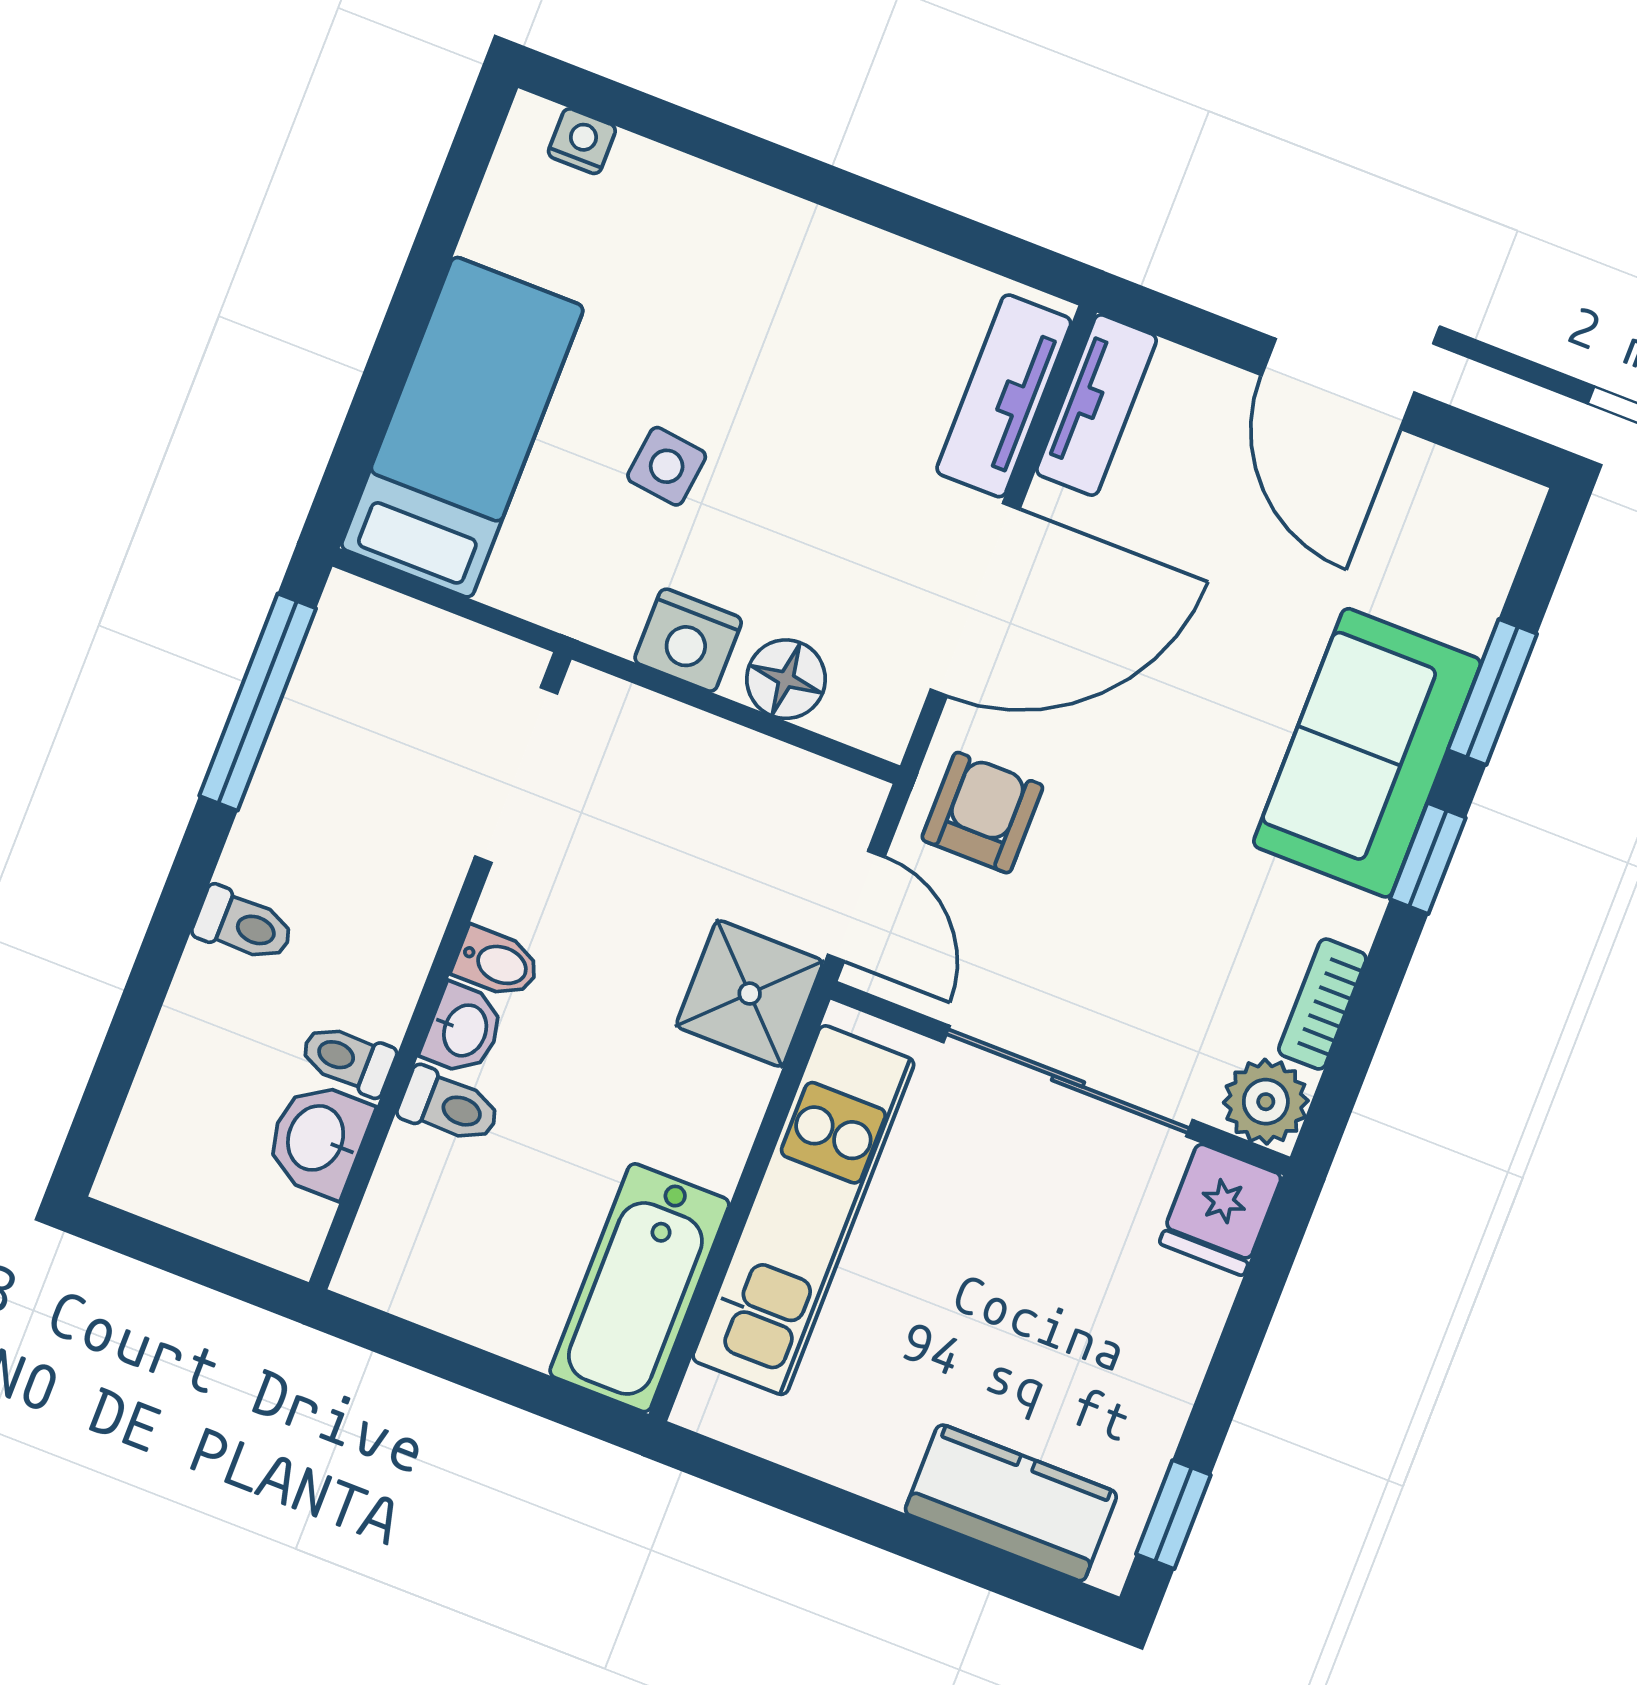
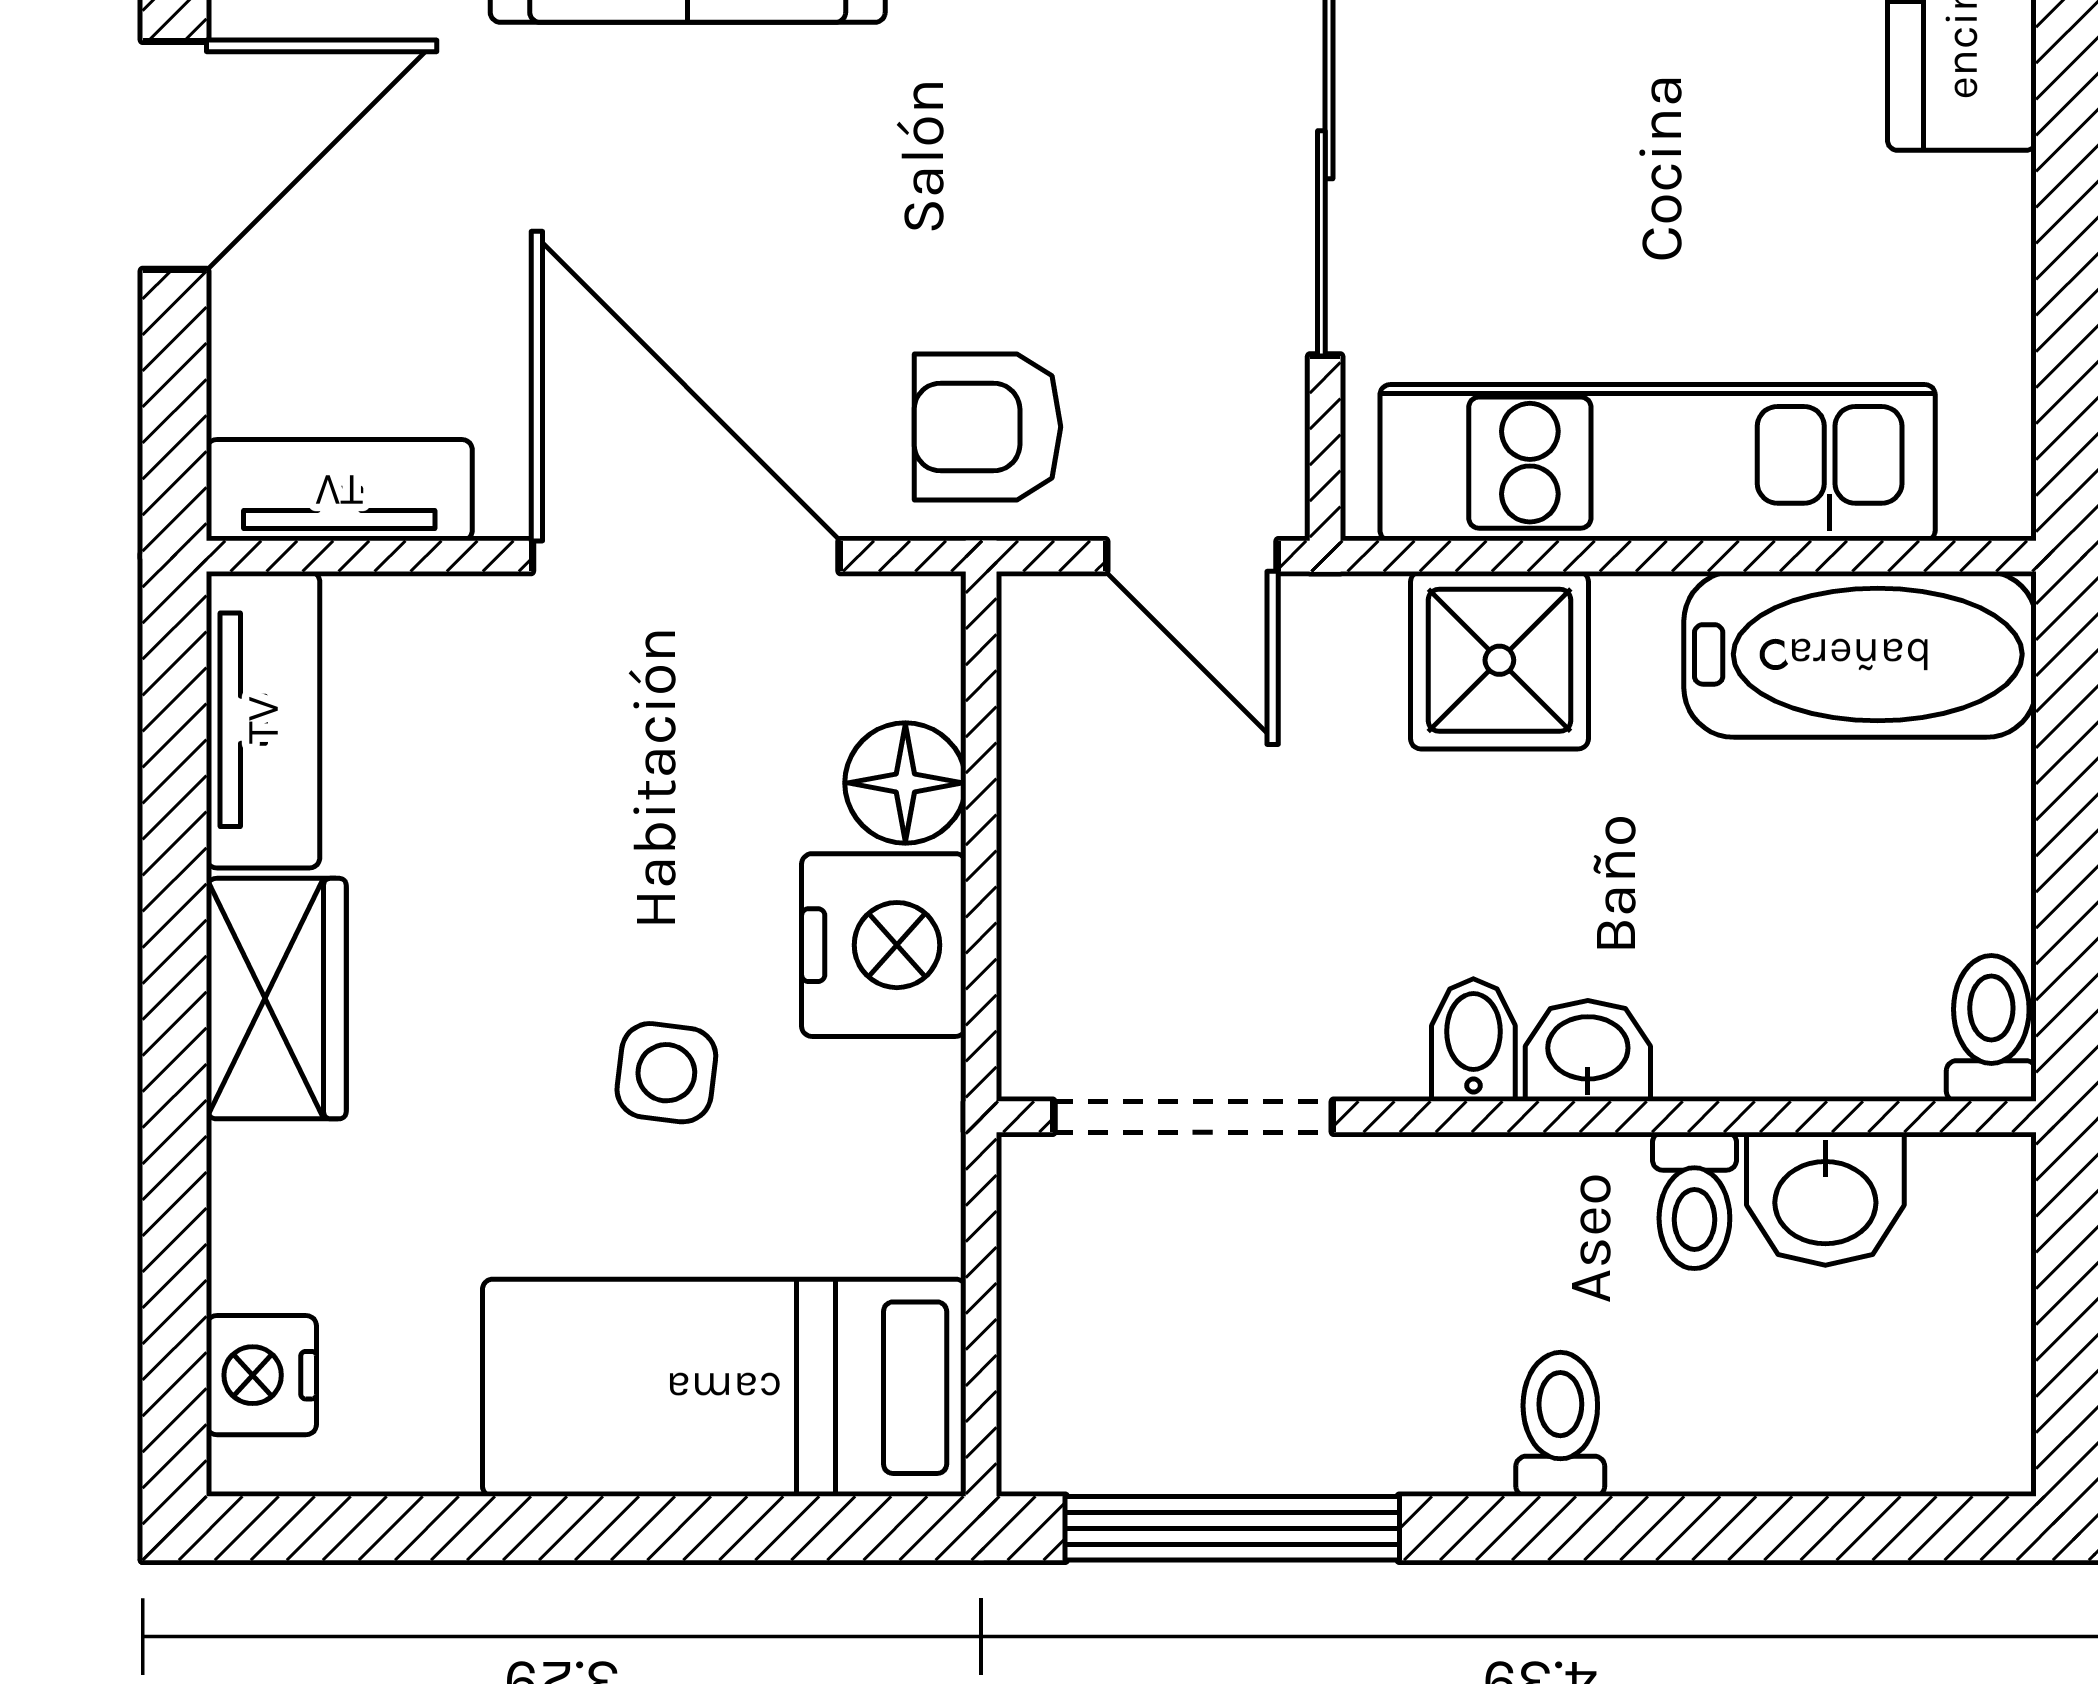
nightstand: (582, 141) -> (261, 1375), width x1.39, depth x1.35
wardrobe: (803, 247) -> (276, 999), added
tv unit: (1004, 396) -> (263, 720), moved, turned -90
nightstand: (688, 640) -> (884, 945), width x1.36, depth x1.33
door: (856, 906) -> (1192, 556), swing flipped
shower: (750, 994) -> (1499, 660), moved
toilet: (449, 1106) -> (1991, 1028), moved

